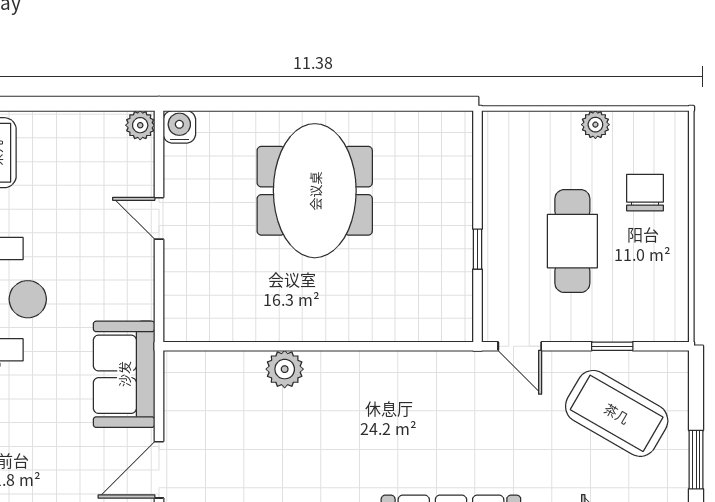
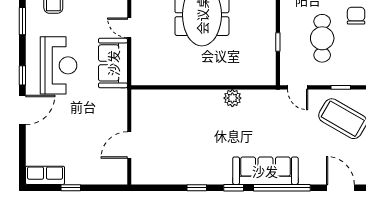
plant: (285, 369) -> (232, 98), moved
sofa: (124, 374) -> (113, 63), moved

